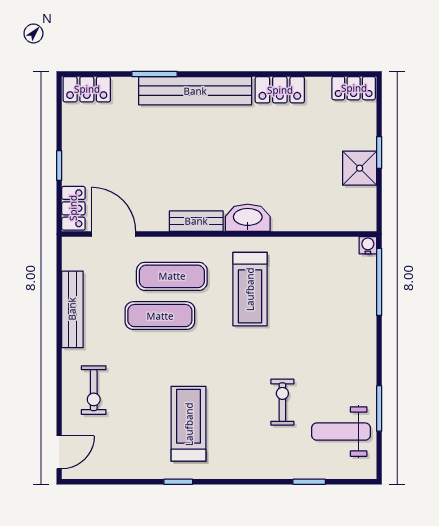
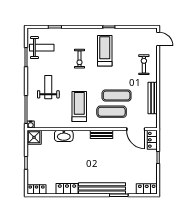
shower: (360, 168) -> (34, 137), moved
washbasin: (248, 218) -> (64, 136), moved
weight bench: (325, 336) -> (48, 87), added
exercise bike: (282, 402) -> (79, 59), moved
treadmill: (189, 424) -> (105, 51), turned 180
door: (59, 452) -> (158, 39), swing flipped

